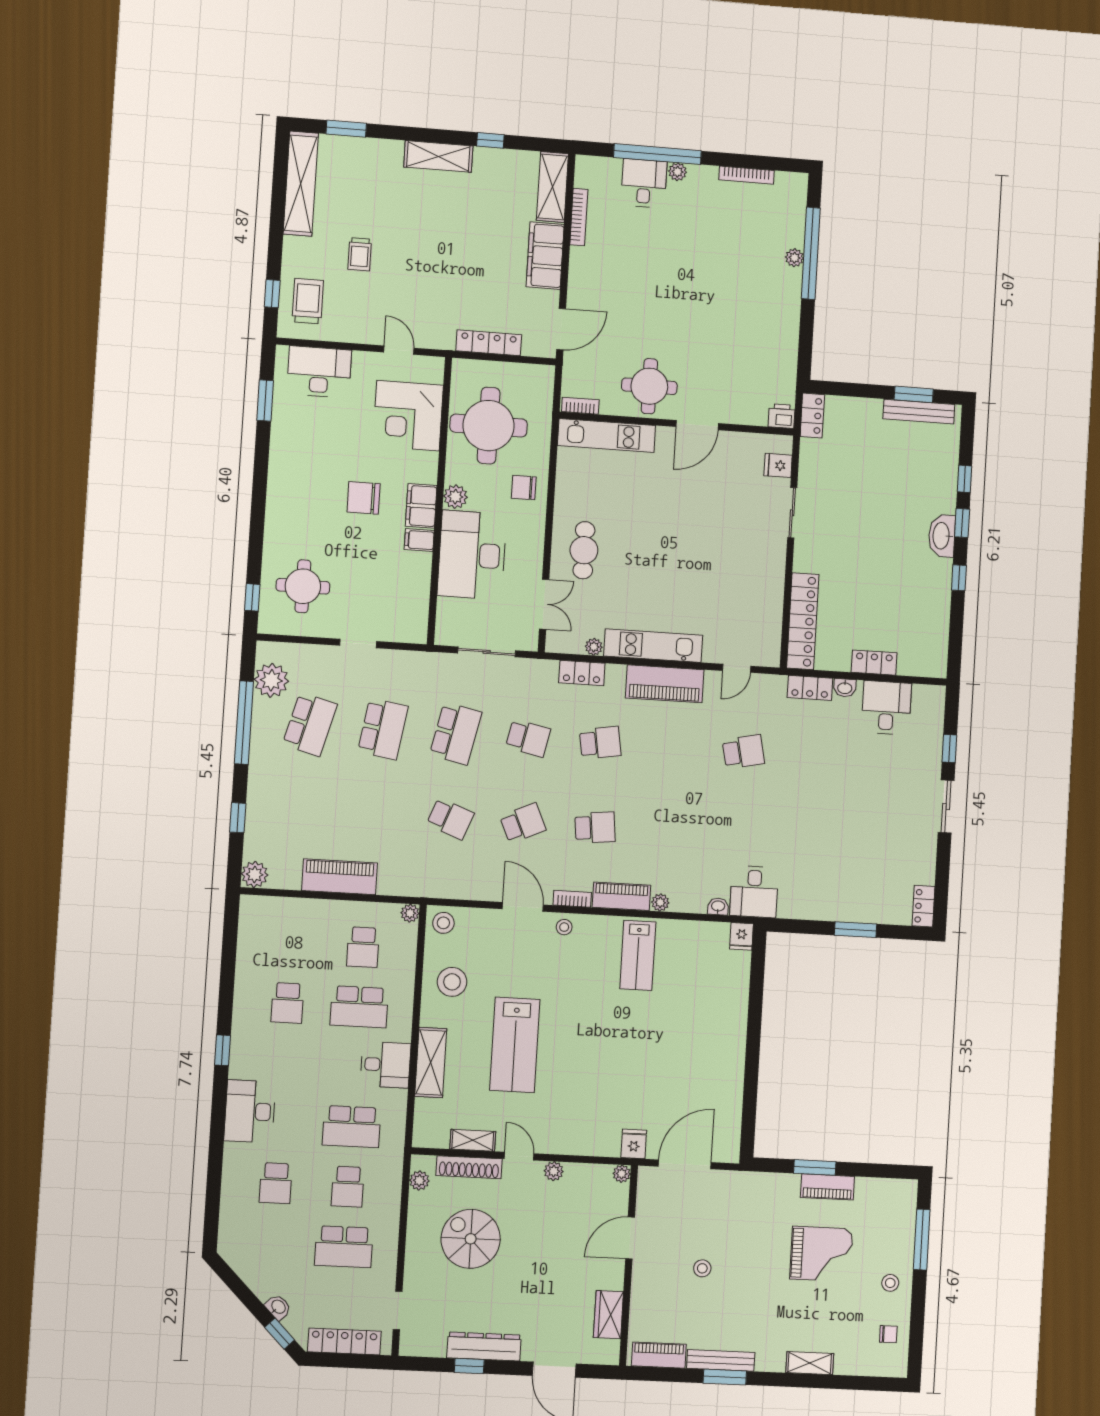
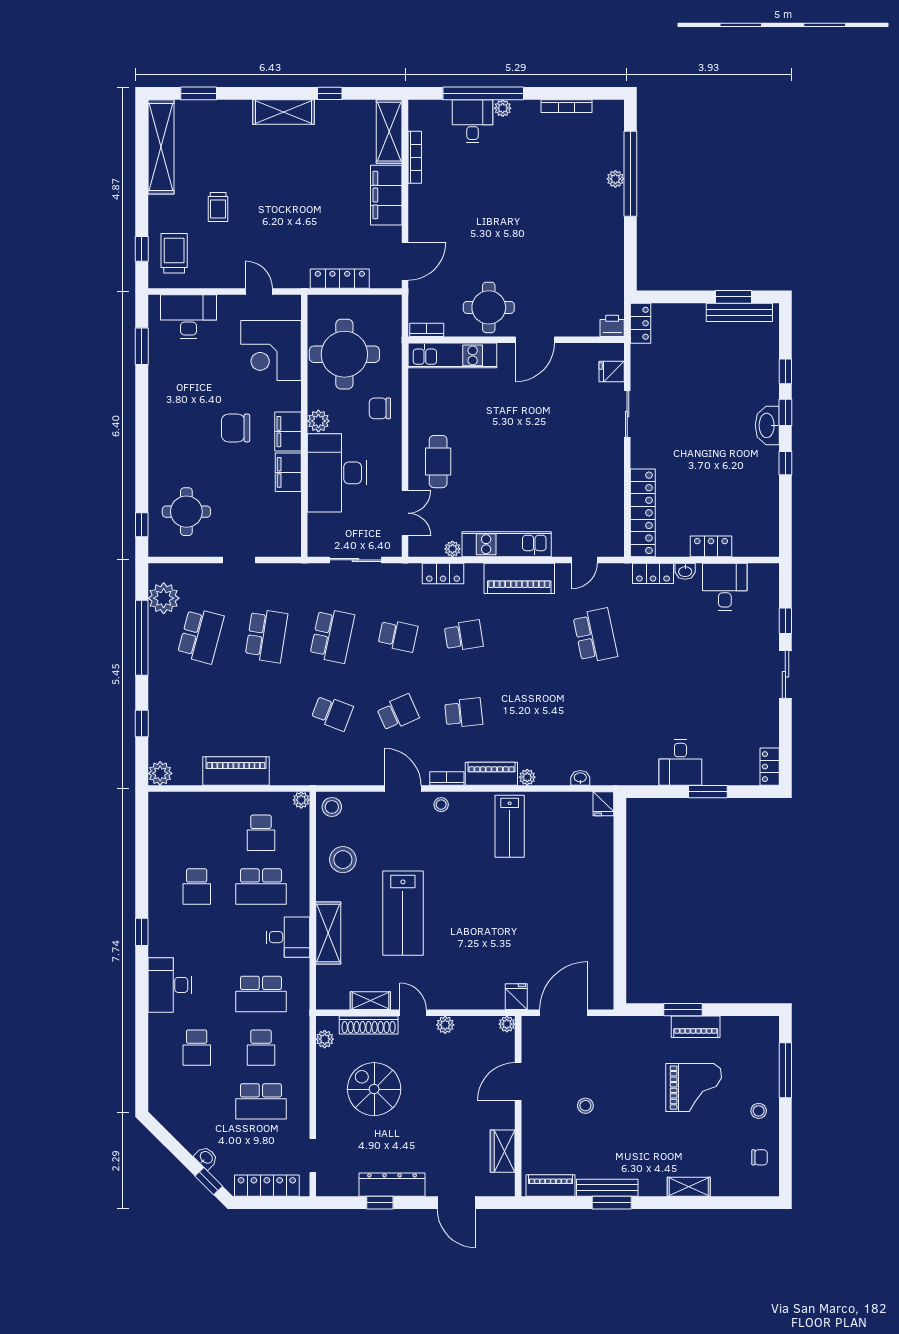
filing cabinet: (419, 540) -> (288, 472), width x2.00
school desk: (743, 752) -> (595, 636), width x1.85
desk: (754, 892) -> (680, 762), moved

